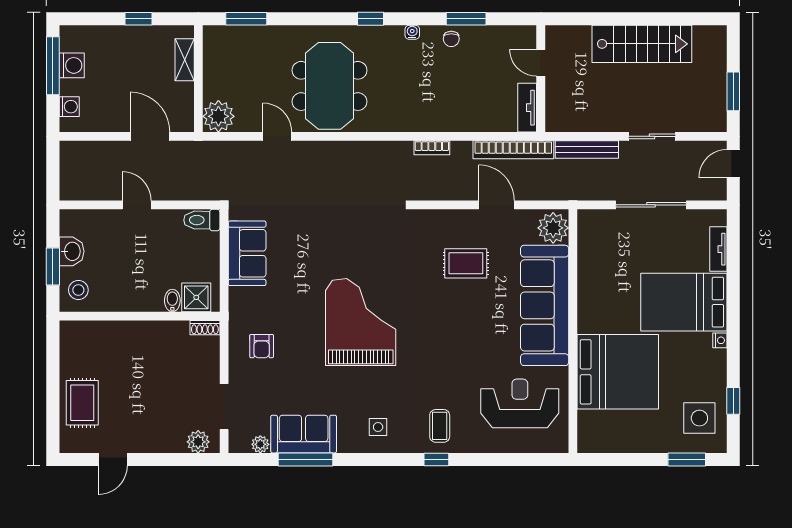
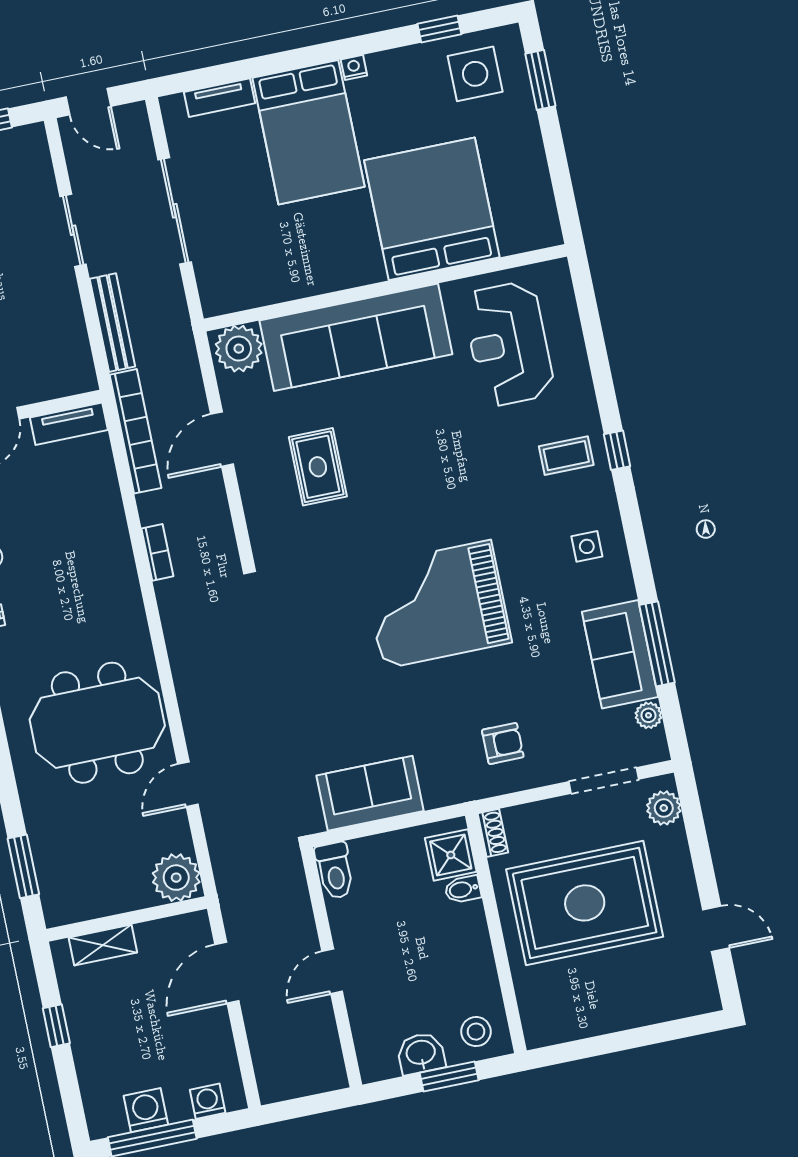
rug: (82, 403) -> (585, 903), moved, width x1.86, depth x2.06

